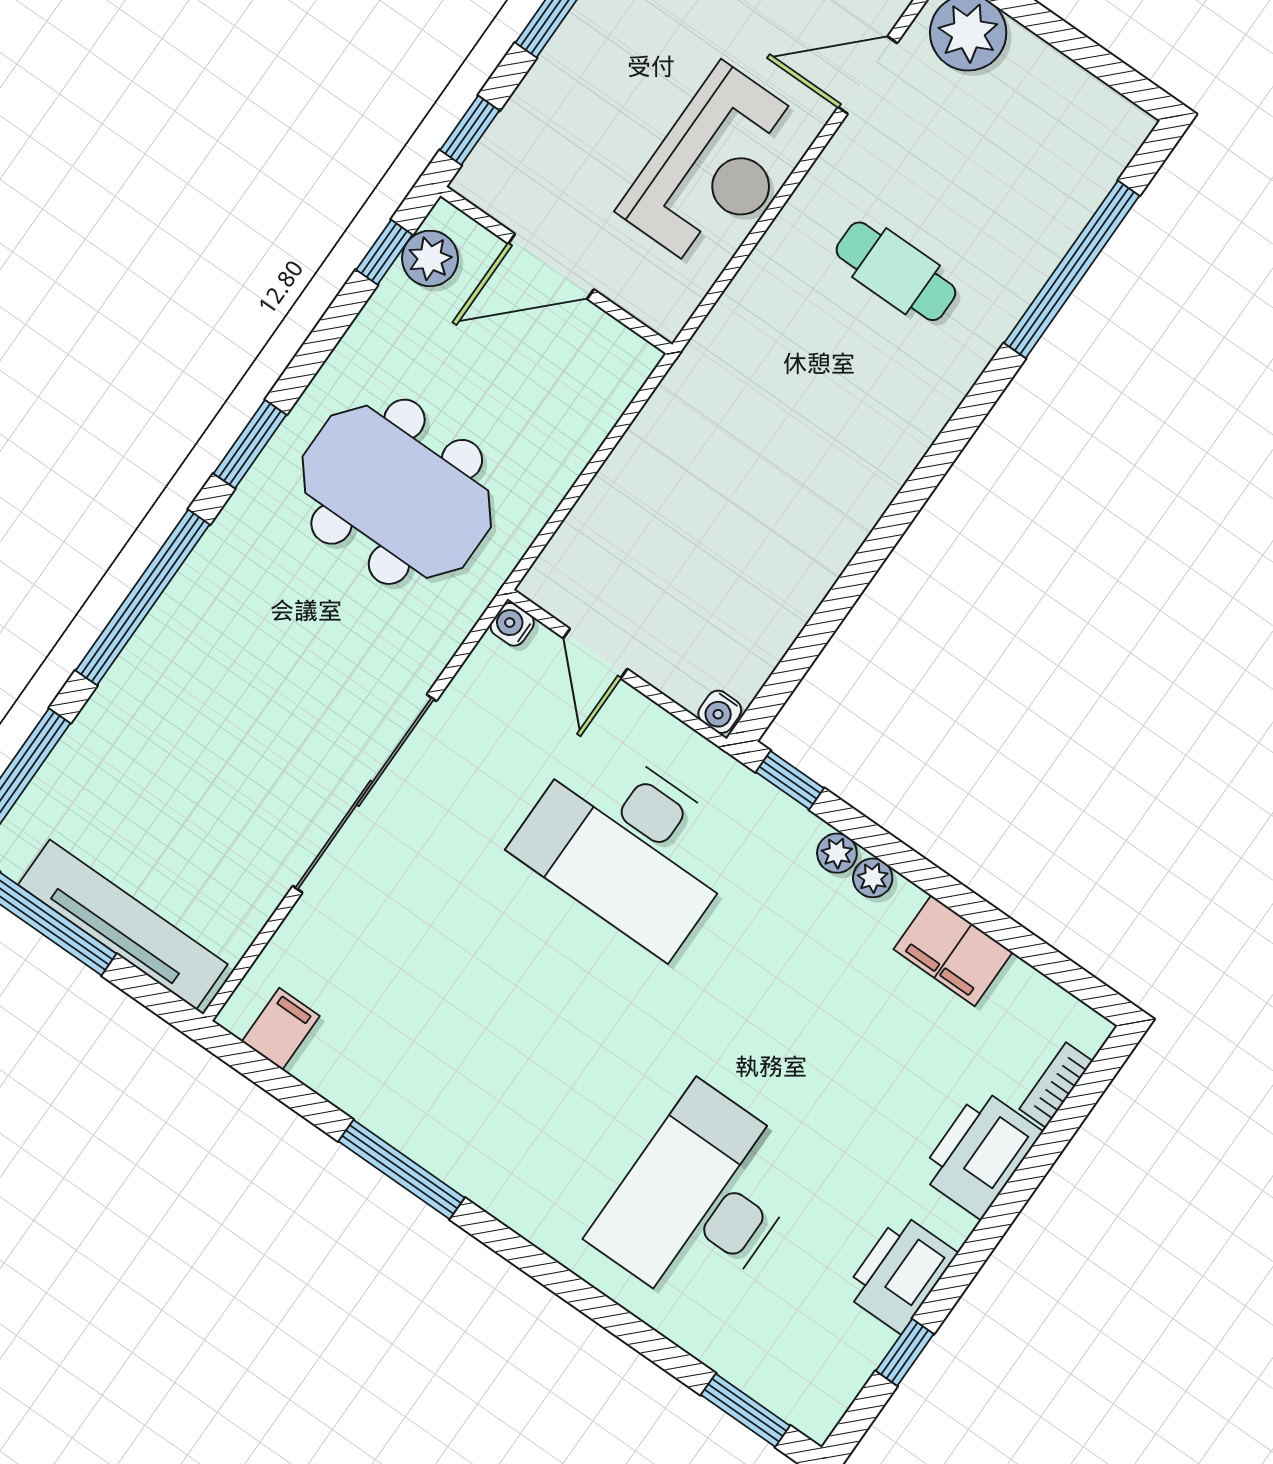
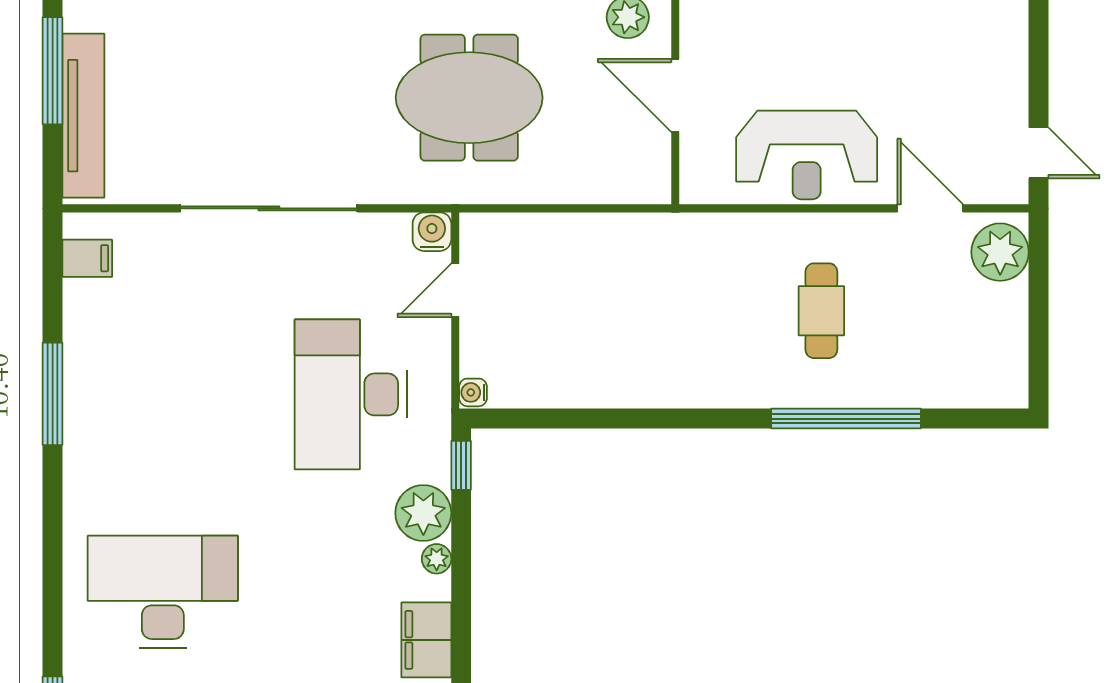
window: (1072, 269) -> (846, 419), moved
meeting table: (397, 492) -> (469, 98), turned 90
water cooler: (512, 624) -> (432, 232), width x1.38, depth x1.38
plant: (837, 853) -> (423, 513), width x1.87, depth x1.87

